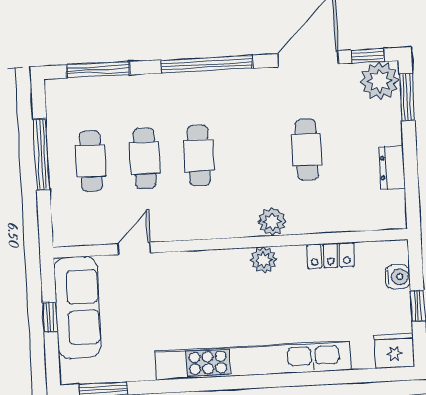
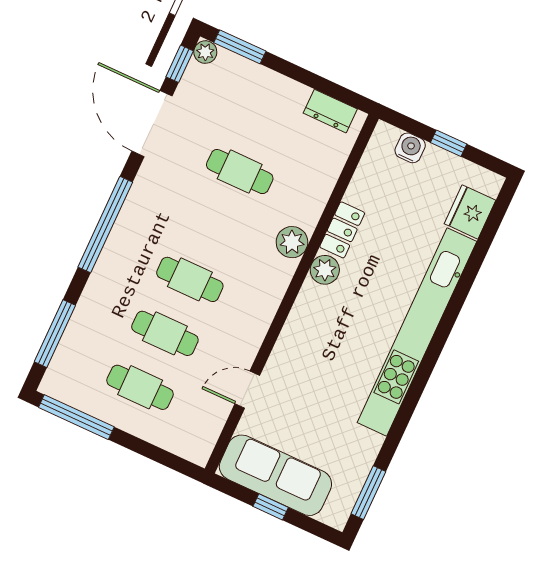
plant: (380, 81) -> (205, 52), width x0.53, depth x0.53
window: (41, 154) -> (76, 417), moved
dresser: (392, 168) -> (330, 111), moved
door: (134, 248) -> (247, 390), hinge flipped
locker: (330, 256) -> (342, 230), moved
fridge: (394, 351) -> (470, 212), moved

